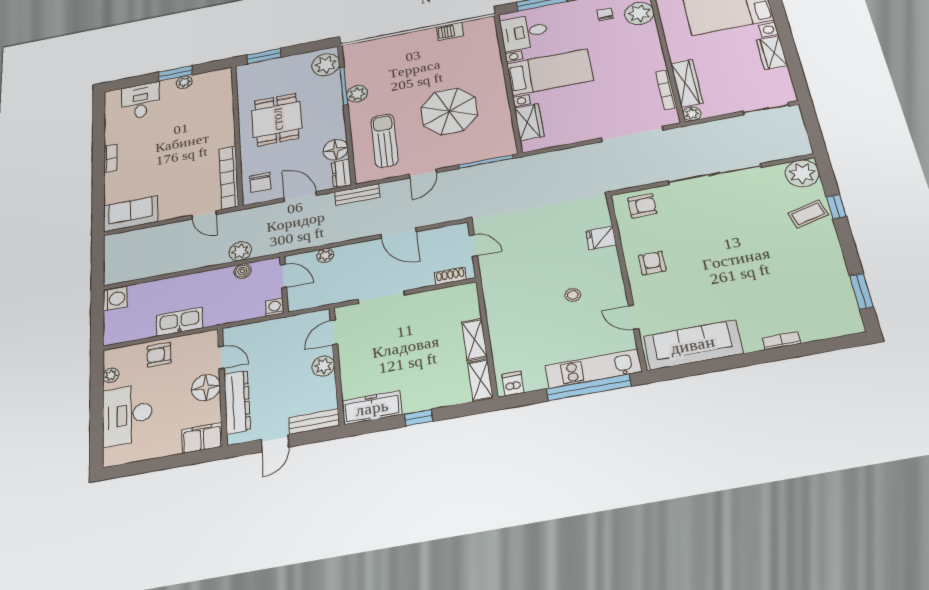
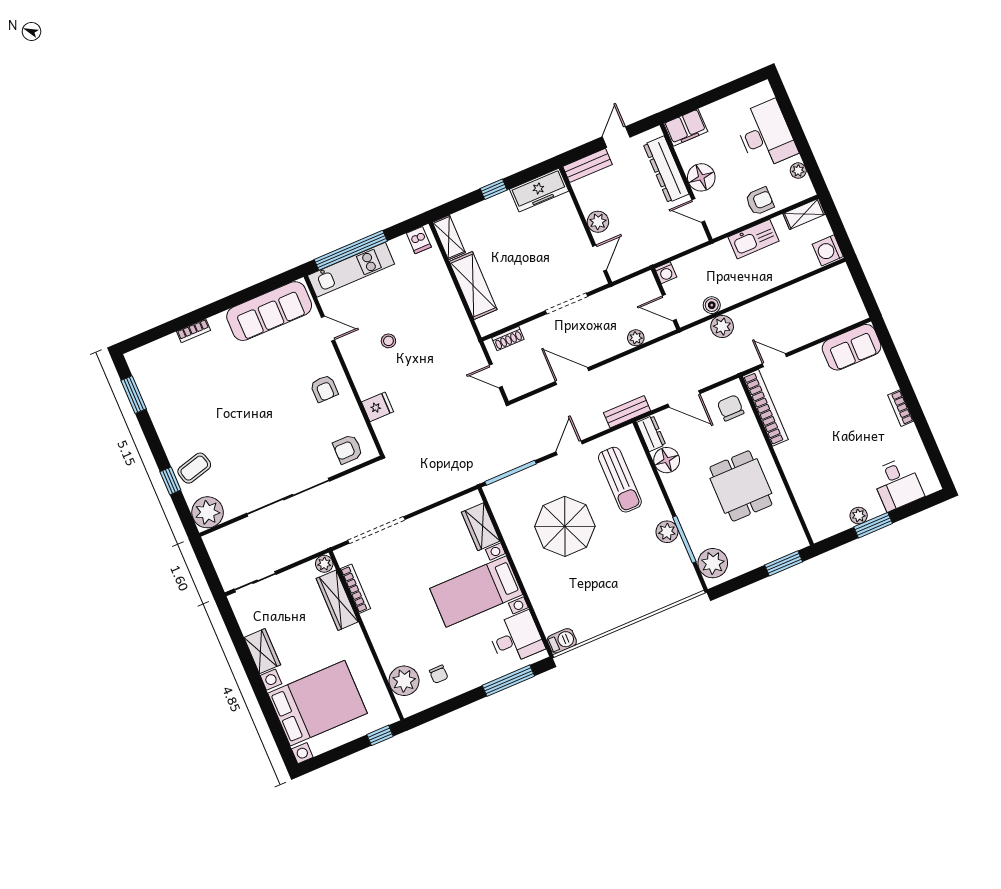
barbecue: (450, 31) -> (562, 641), moved
shelving: (123, 335) -> (804, 214), added
shelving: (474, 339) -> (473, 286), width x1.50, depth x1.33

